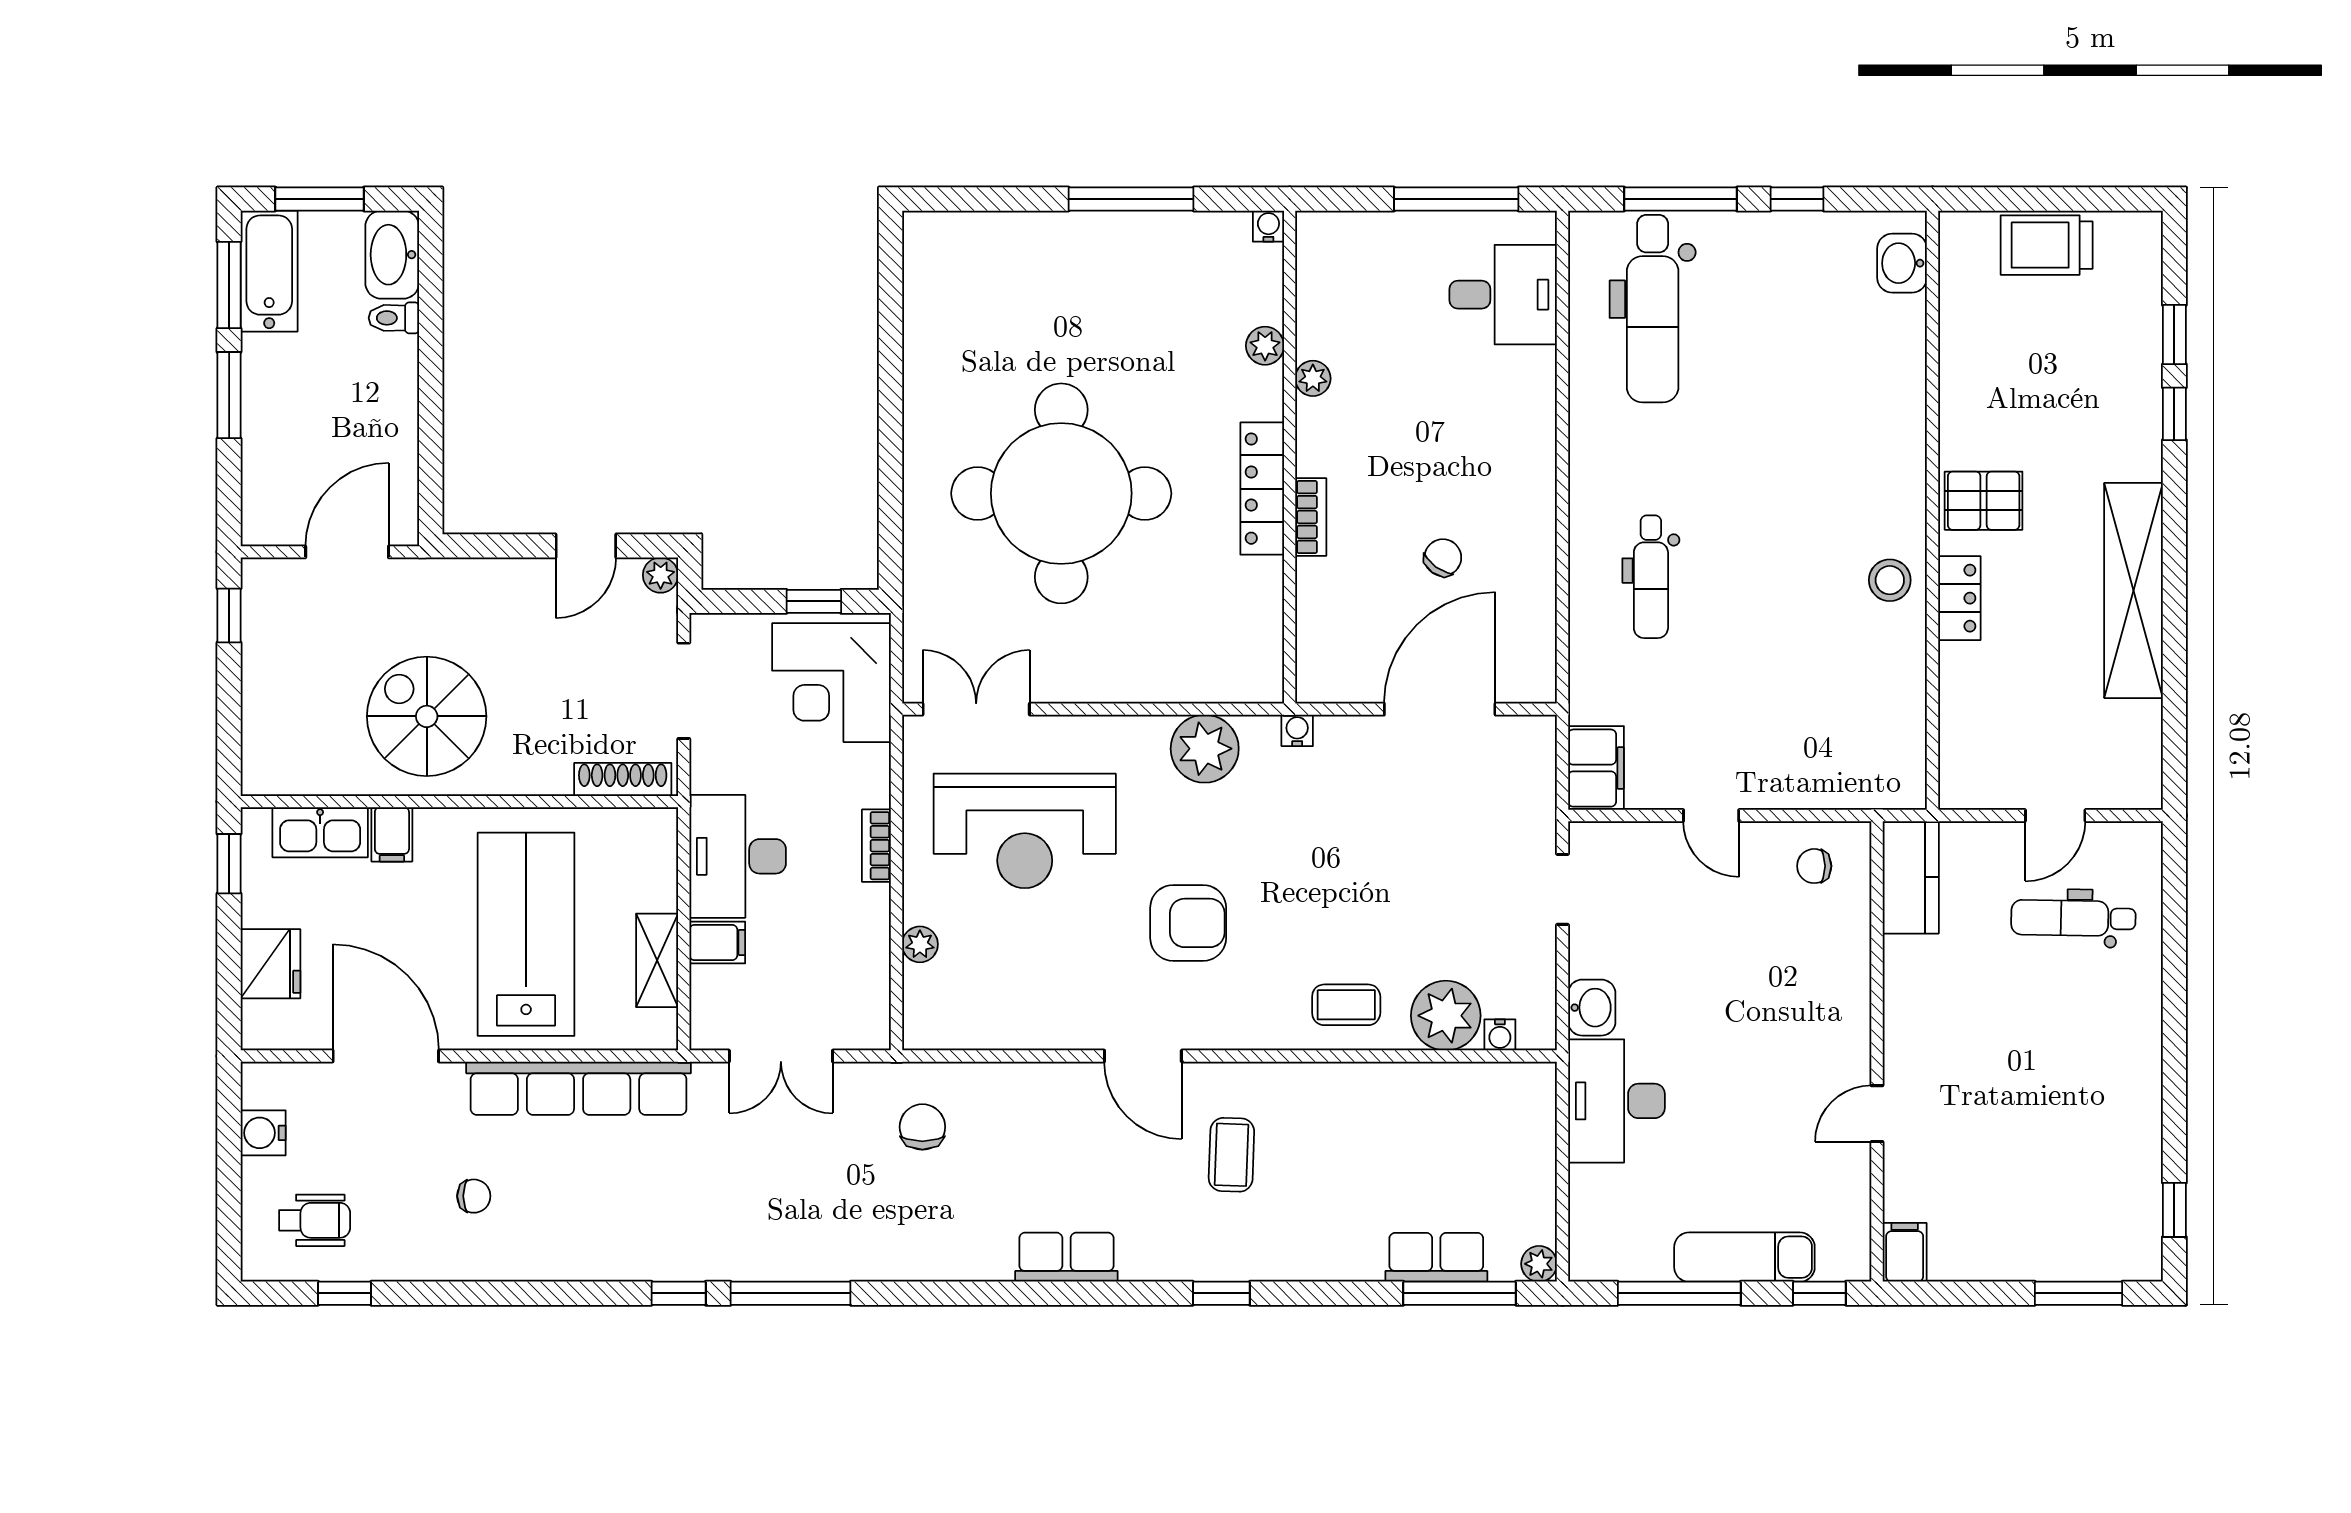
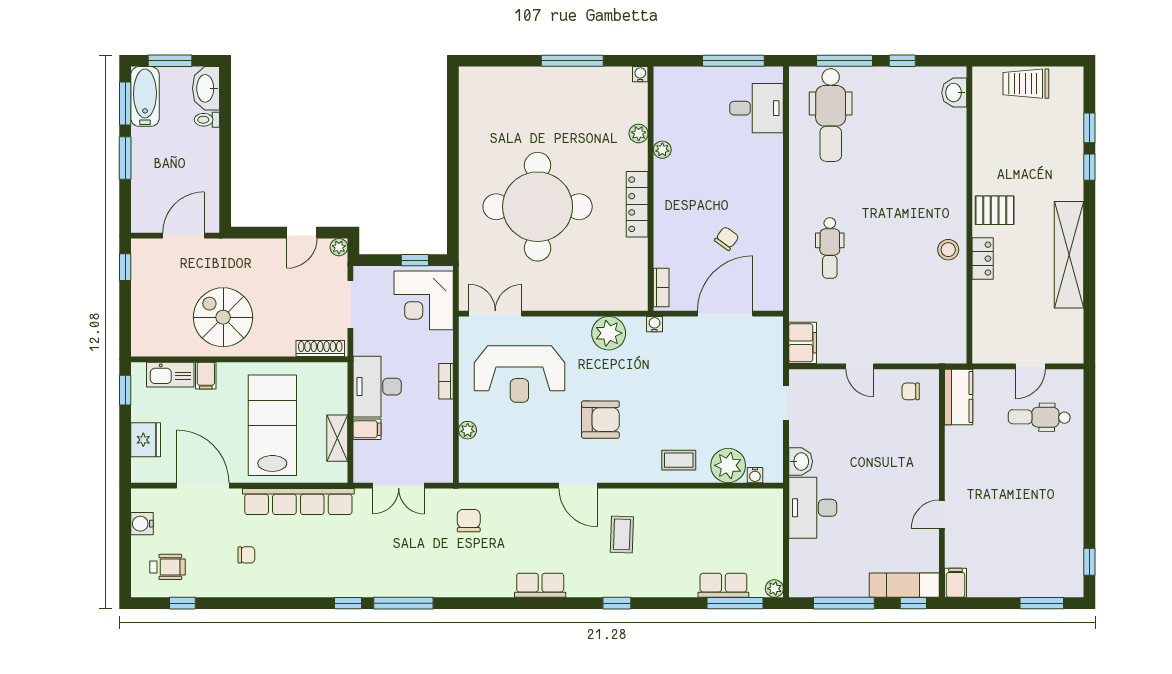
bookcase: (1311, 517) -> (661, 287), moved
exam couch: (1744, 1257) -> (904, 585), moved

